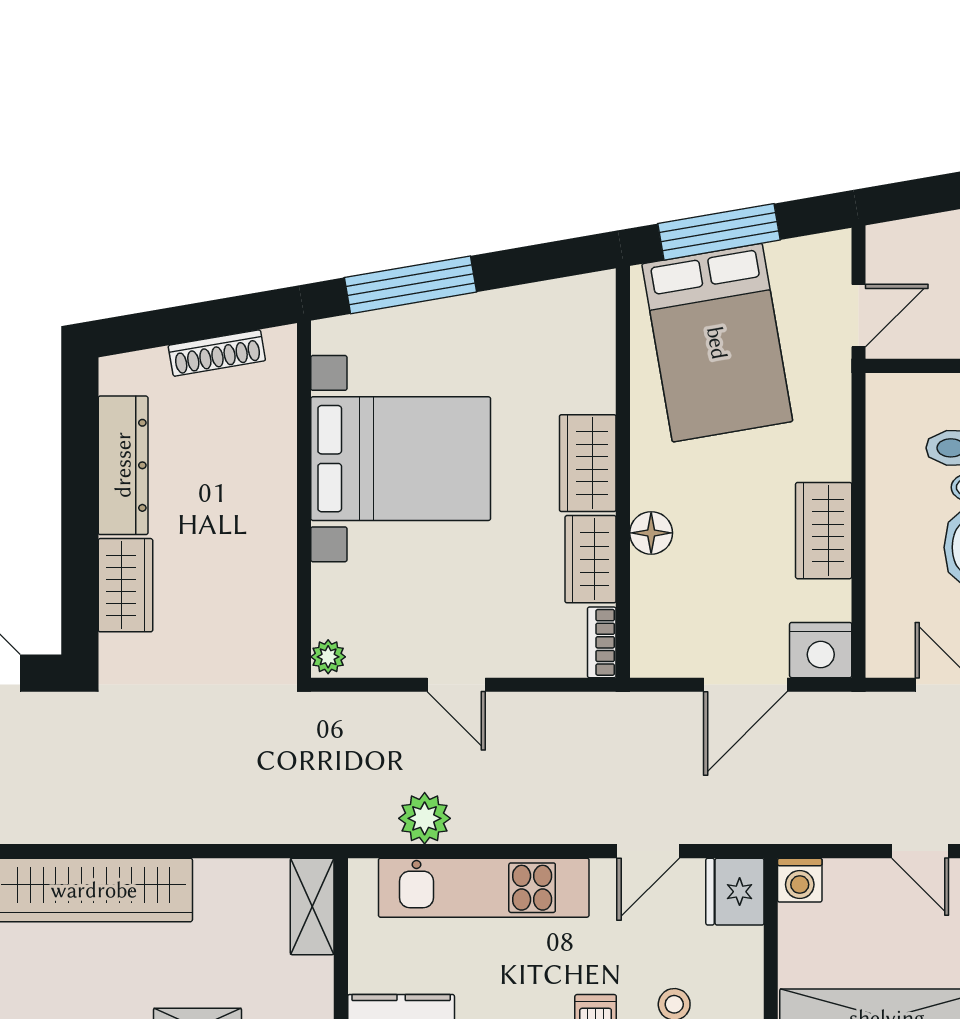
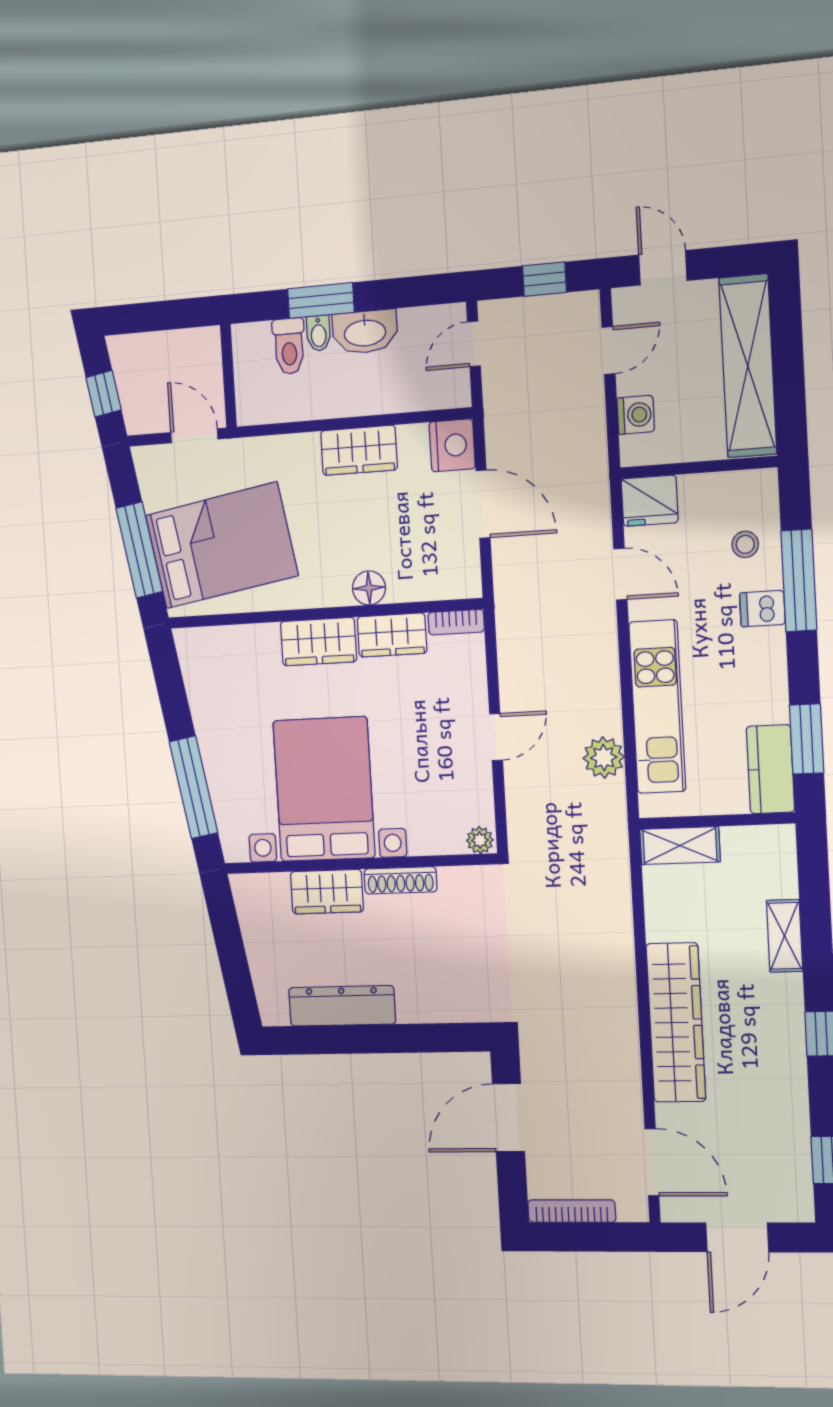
window: (922, 197) -> (104, 394), added
shoe rack: (217, 353) -> (400, 880), moved, turned 100
wardrobe: (125, 585) -> (327, 892), moved, turned 180
washing machine: (800, 880) -> (636, 415), moved

